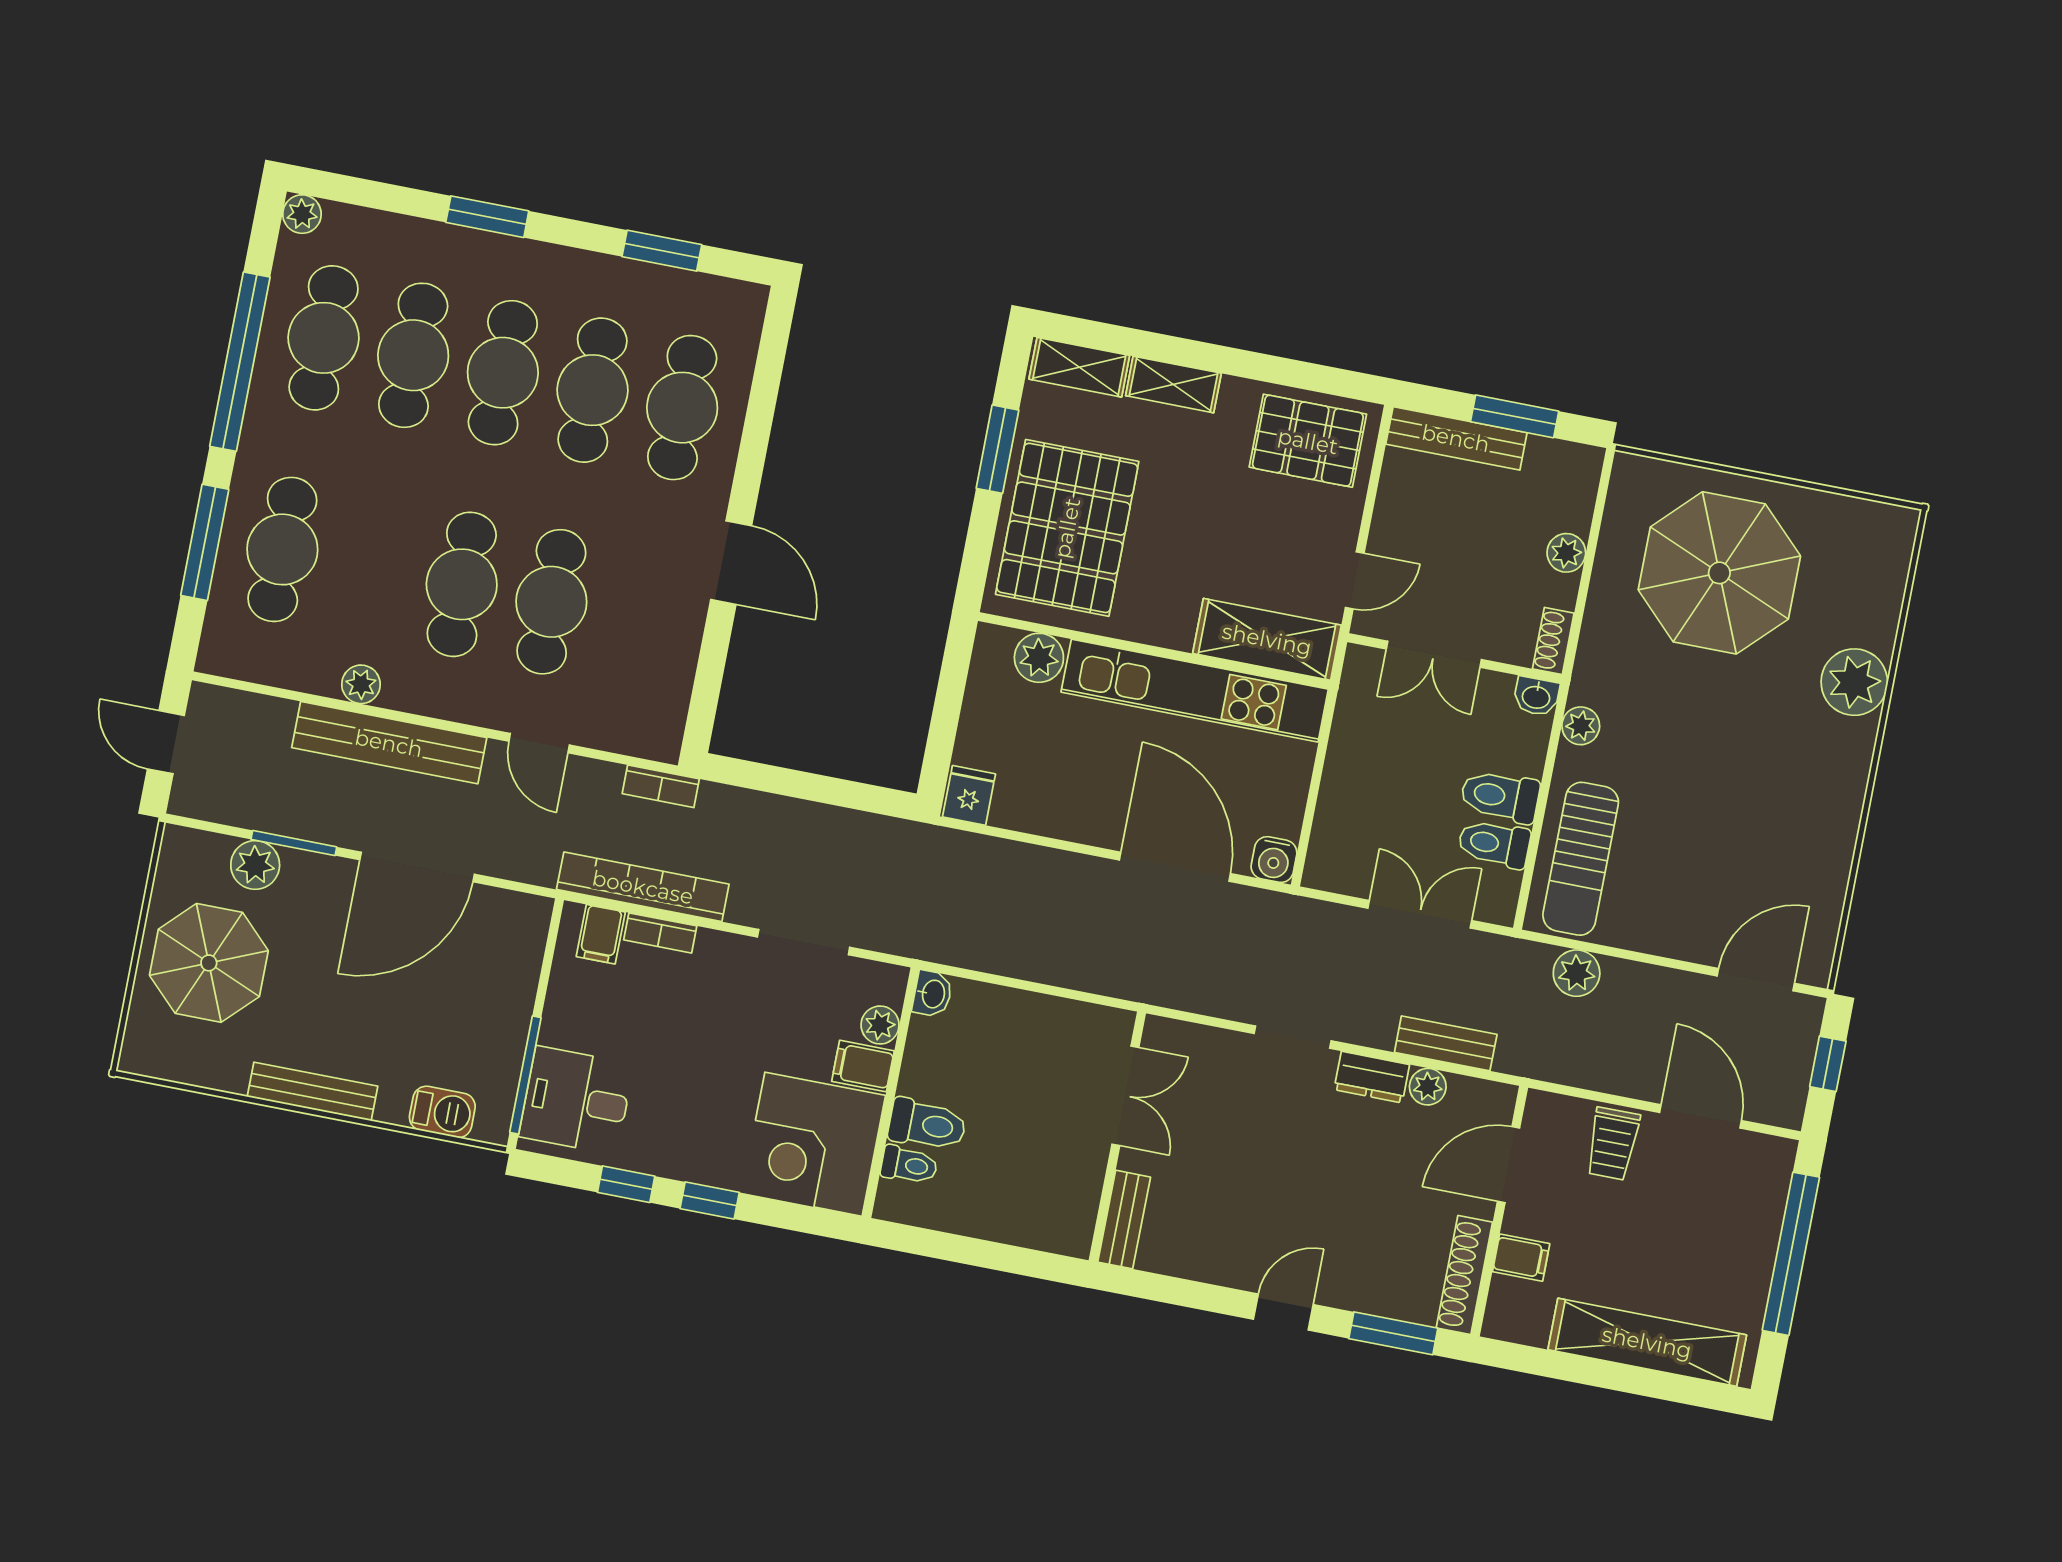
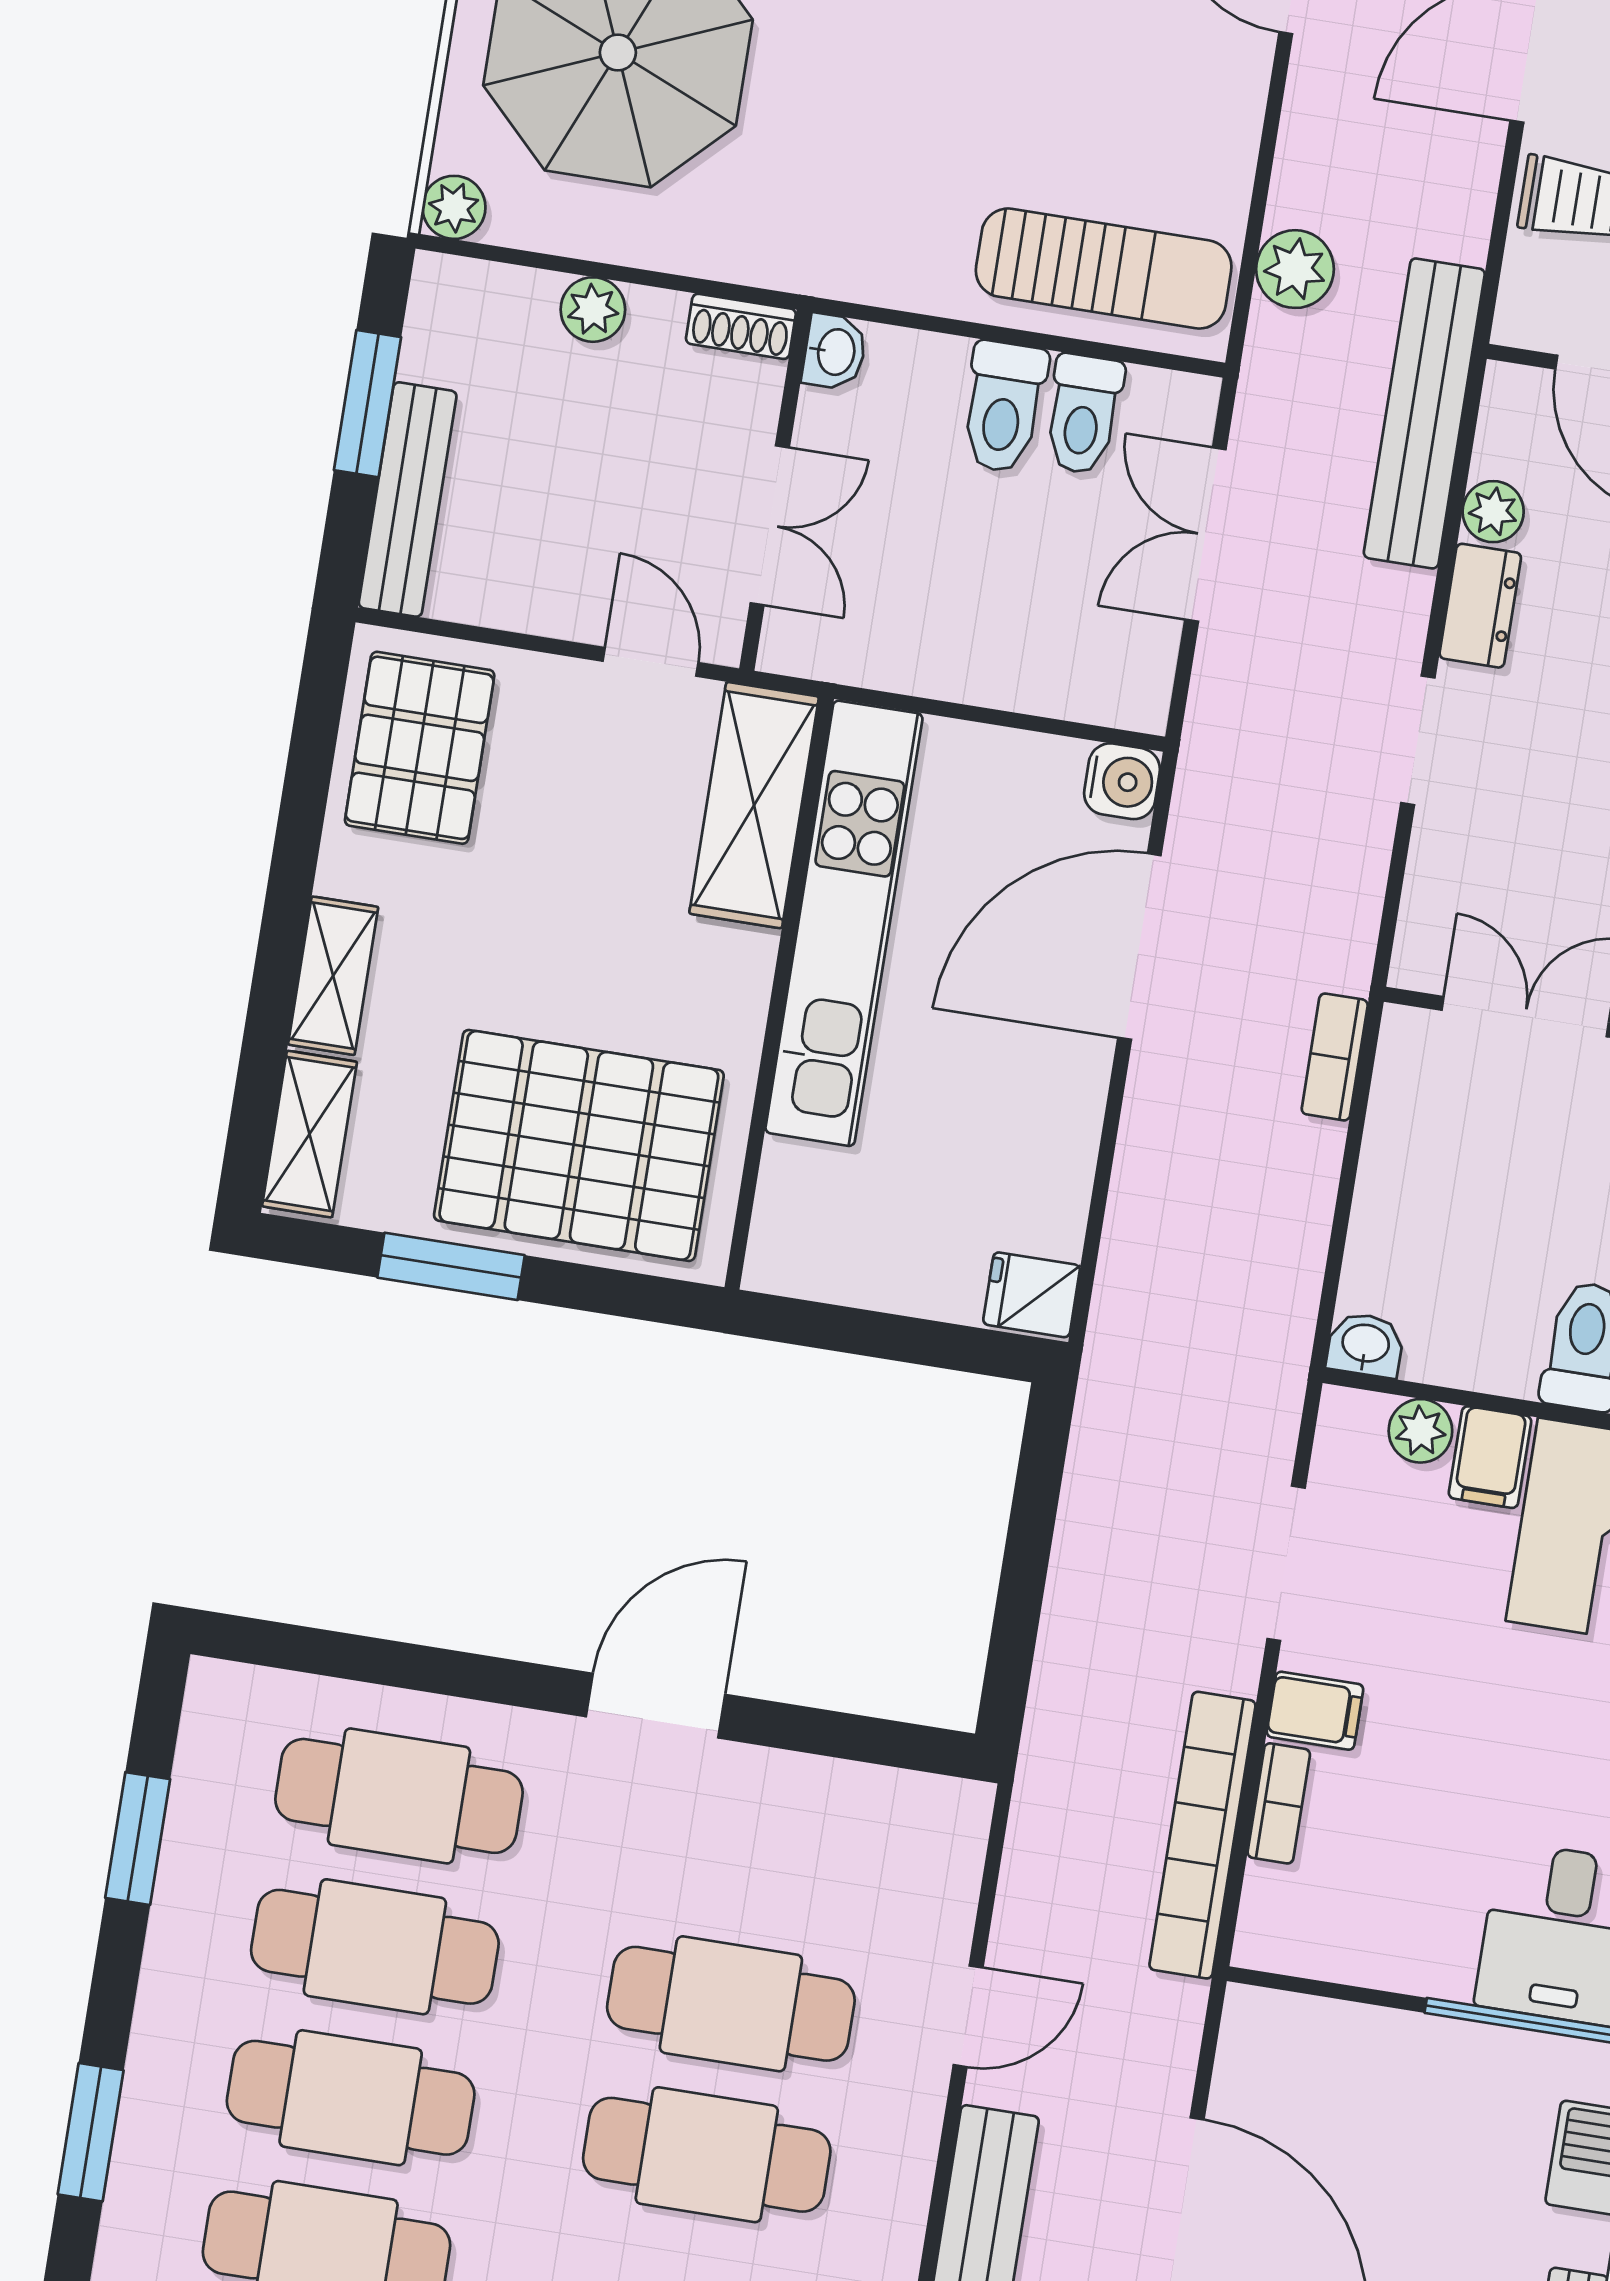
plant: (1039, 658) -> (798, 1185), removed
plant: (1581, 726) -> (454, 207), moved
bookcase: (661, 786) -> (1335, 1057), moved, turned 180
filing cabinet: (601, 934) -> (1315, 1711), moved
bench: (1446, 1043) -> (1424, 413), width x1.86, depth x1.21

